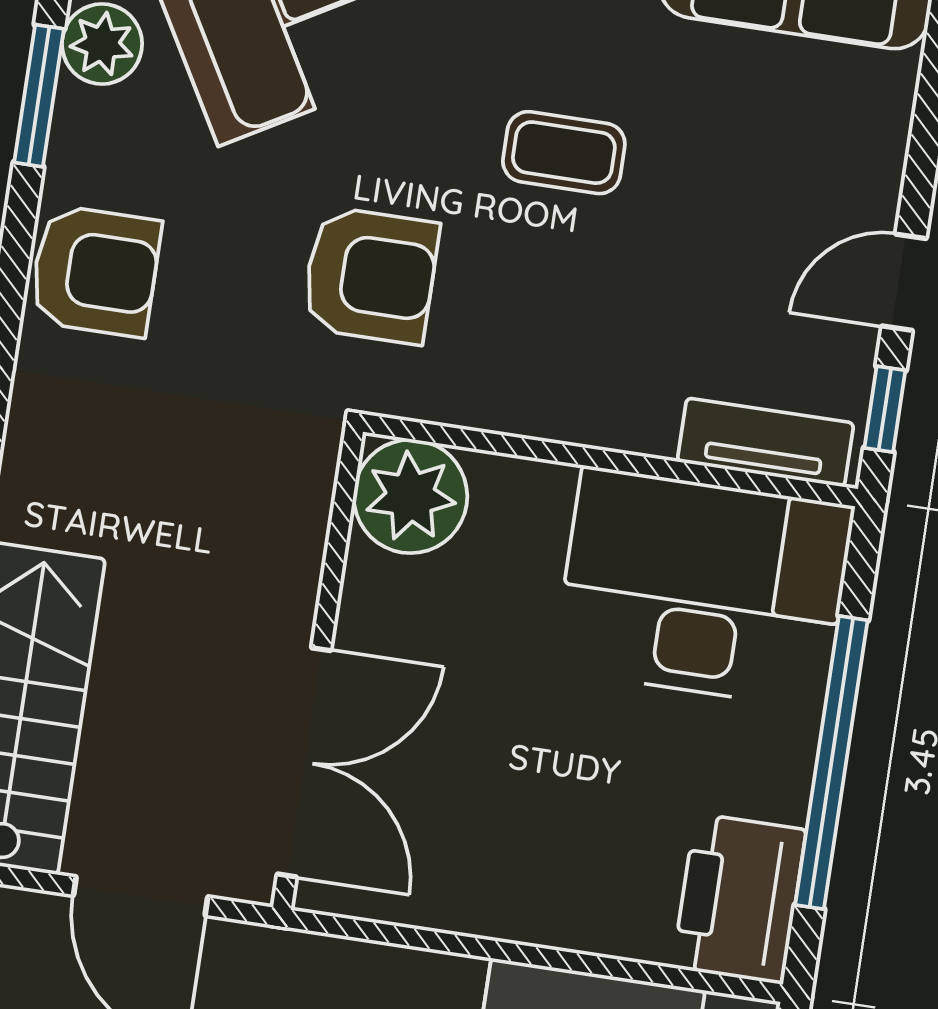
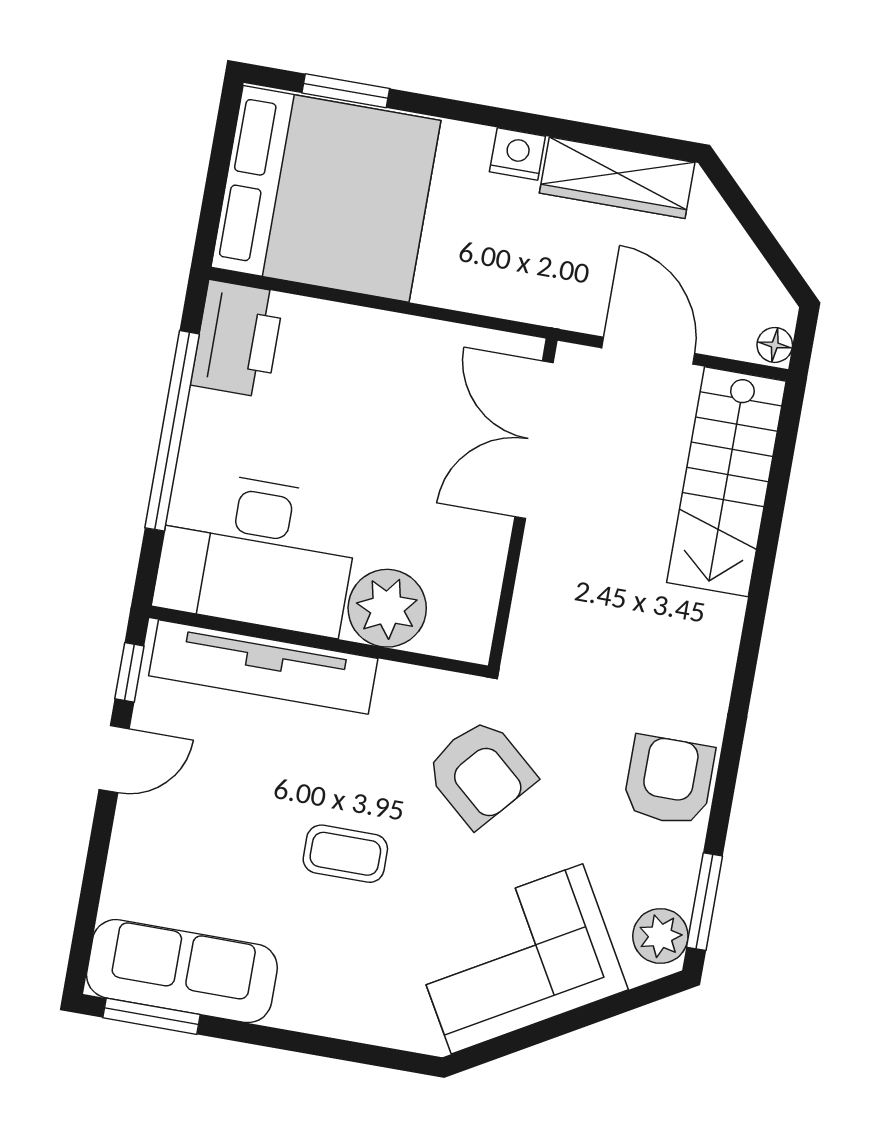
armchair: (95, 271) -> (669, 780), turned 90
armchair: (370, 275) -> (480, 773), turned -139
tv unit: (765, 442) -> (263, 667), width x1.92, depth x1.29
plant: (410, 496) -> (387, 608), moved

